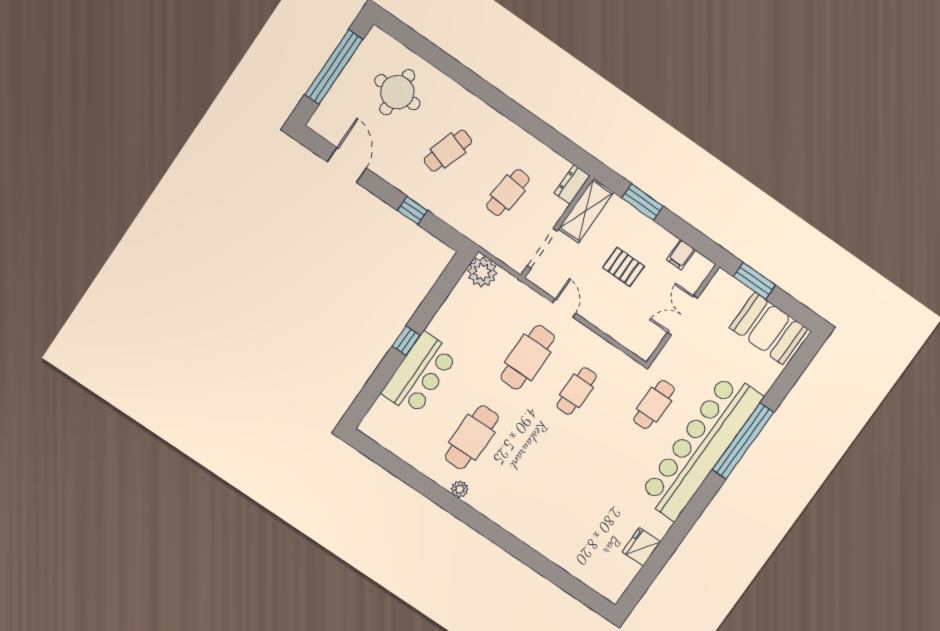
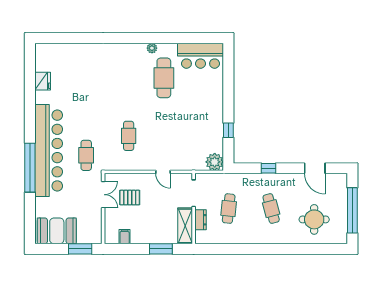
cafe table: (448, 151) -> (271, 209), turned -33
dresser: (572, 184) -> (201, 220), moved
pallet: (624, 267) -> (130, 198), moved
double door: (682, 315) -> (103, 195), moved
window: (406, 341) -> (228, 130), moved
cafe table: (528, 357) -> (164, 136), removed
bar counter: (420, 374) -> (201, 56), moved, turned -90

